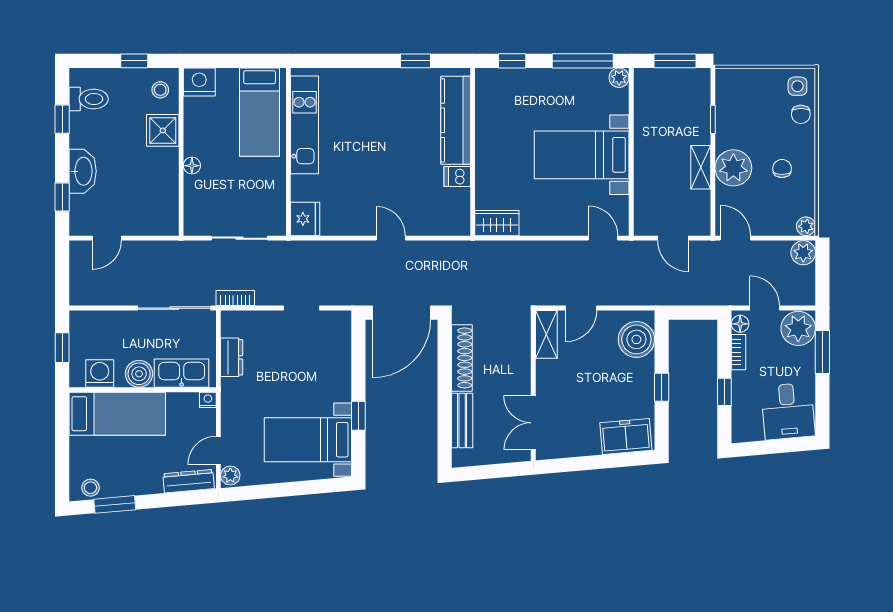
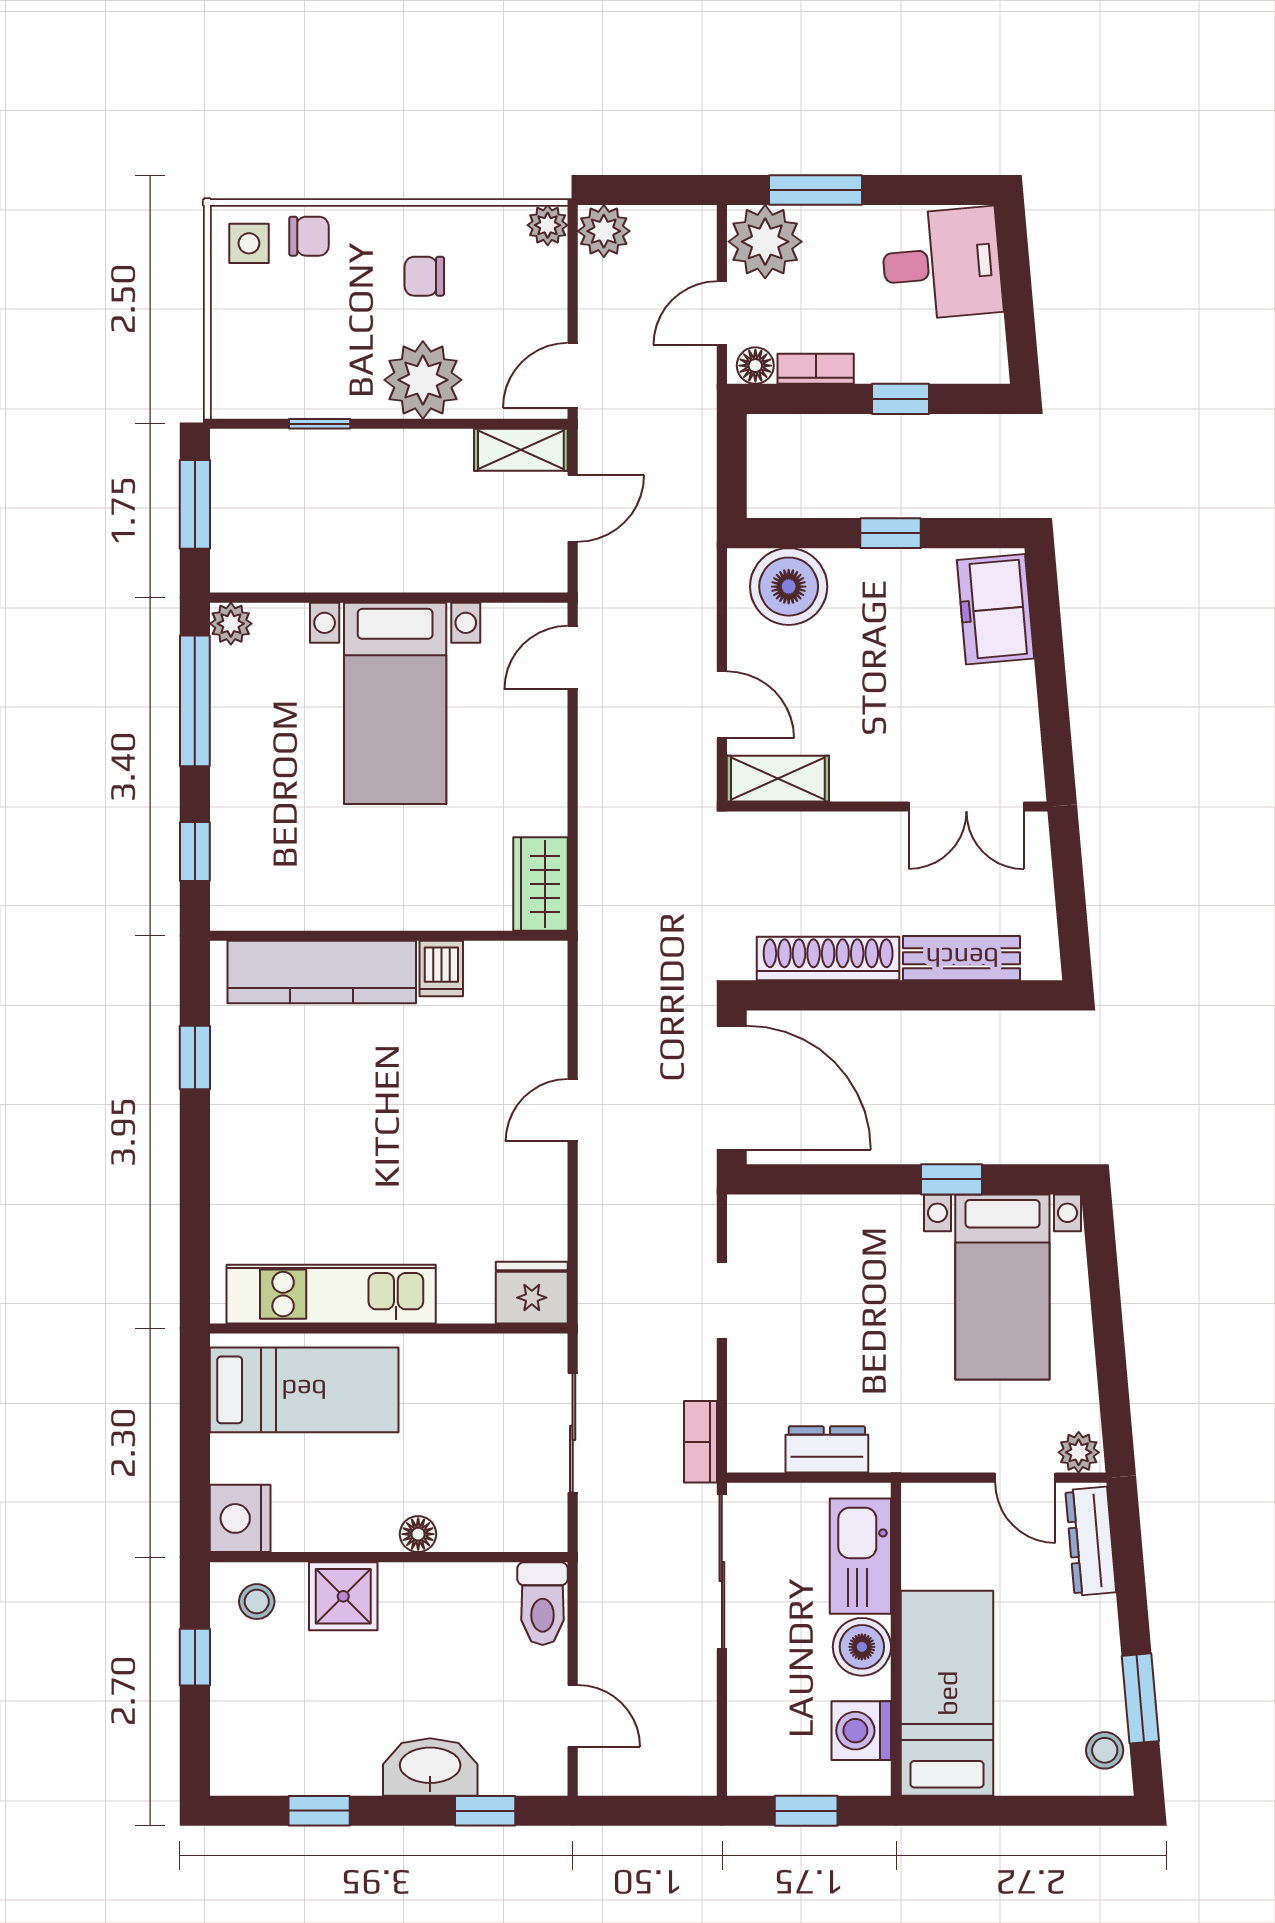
toilet: (89, 99) -> (543, 1604), moved, turned 180
shelving: (701, 167) -> (521, 450), moved
nightstand: (208, 400) -> (917, 1500), removed

